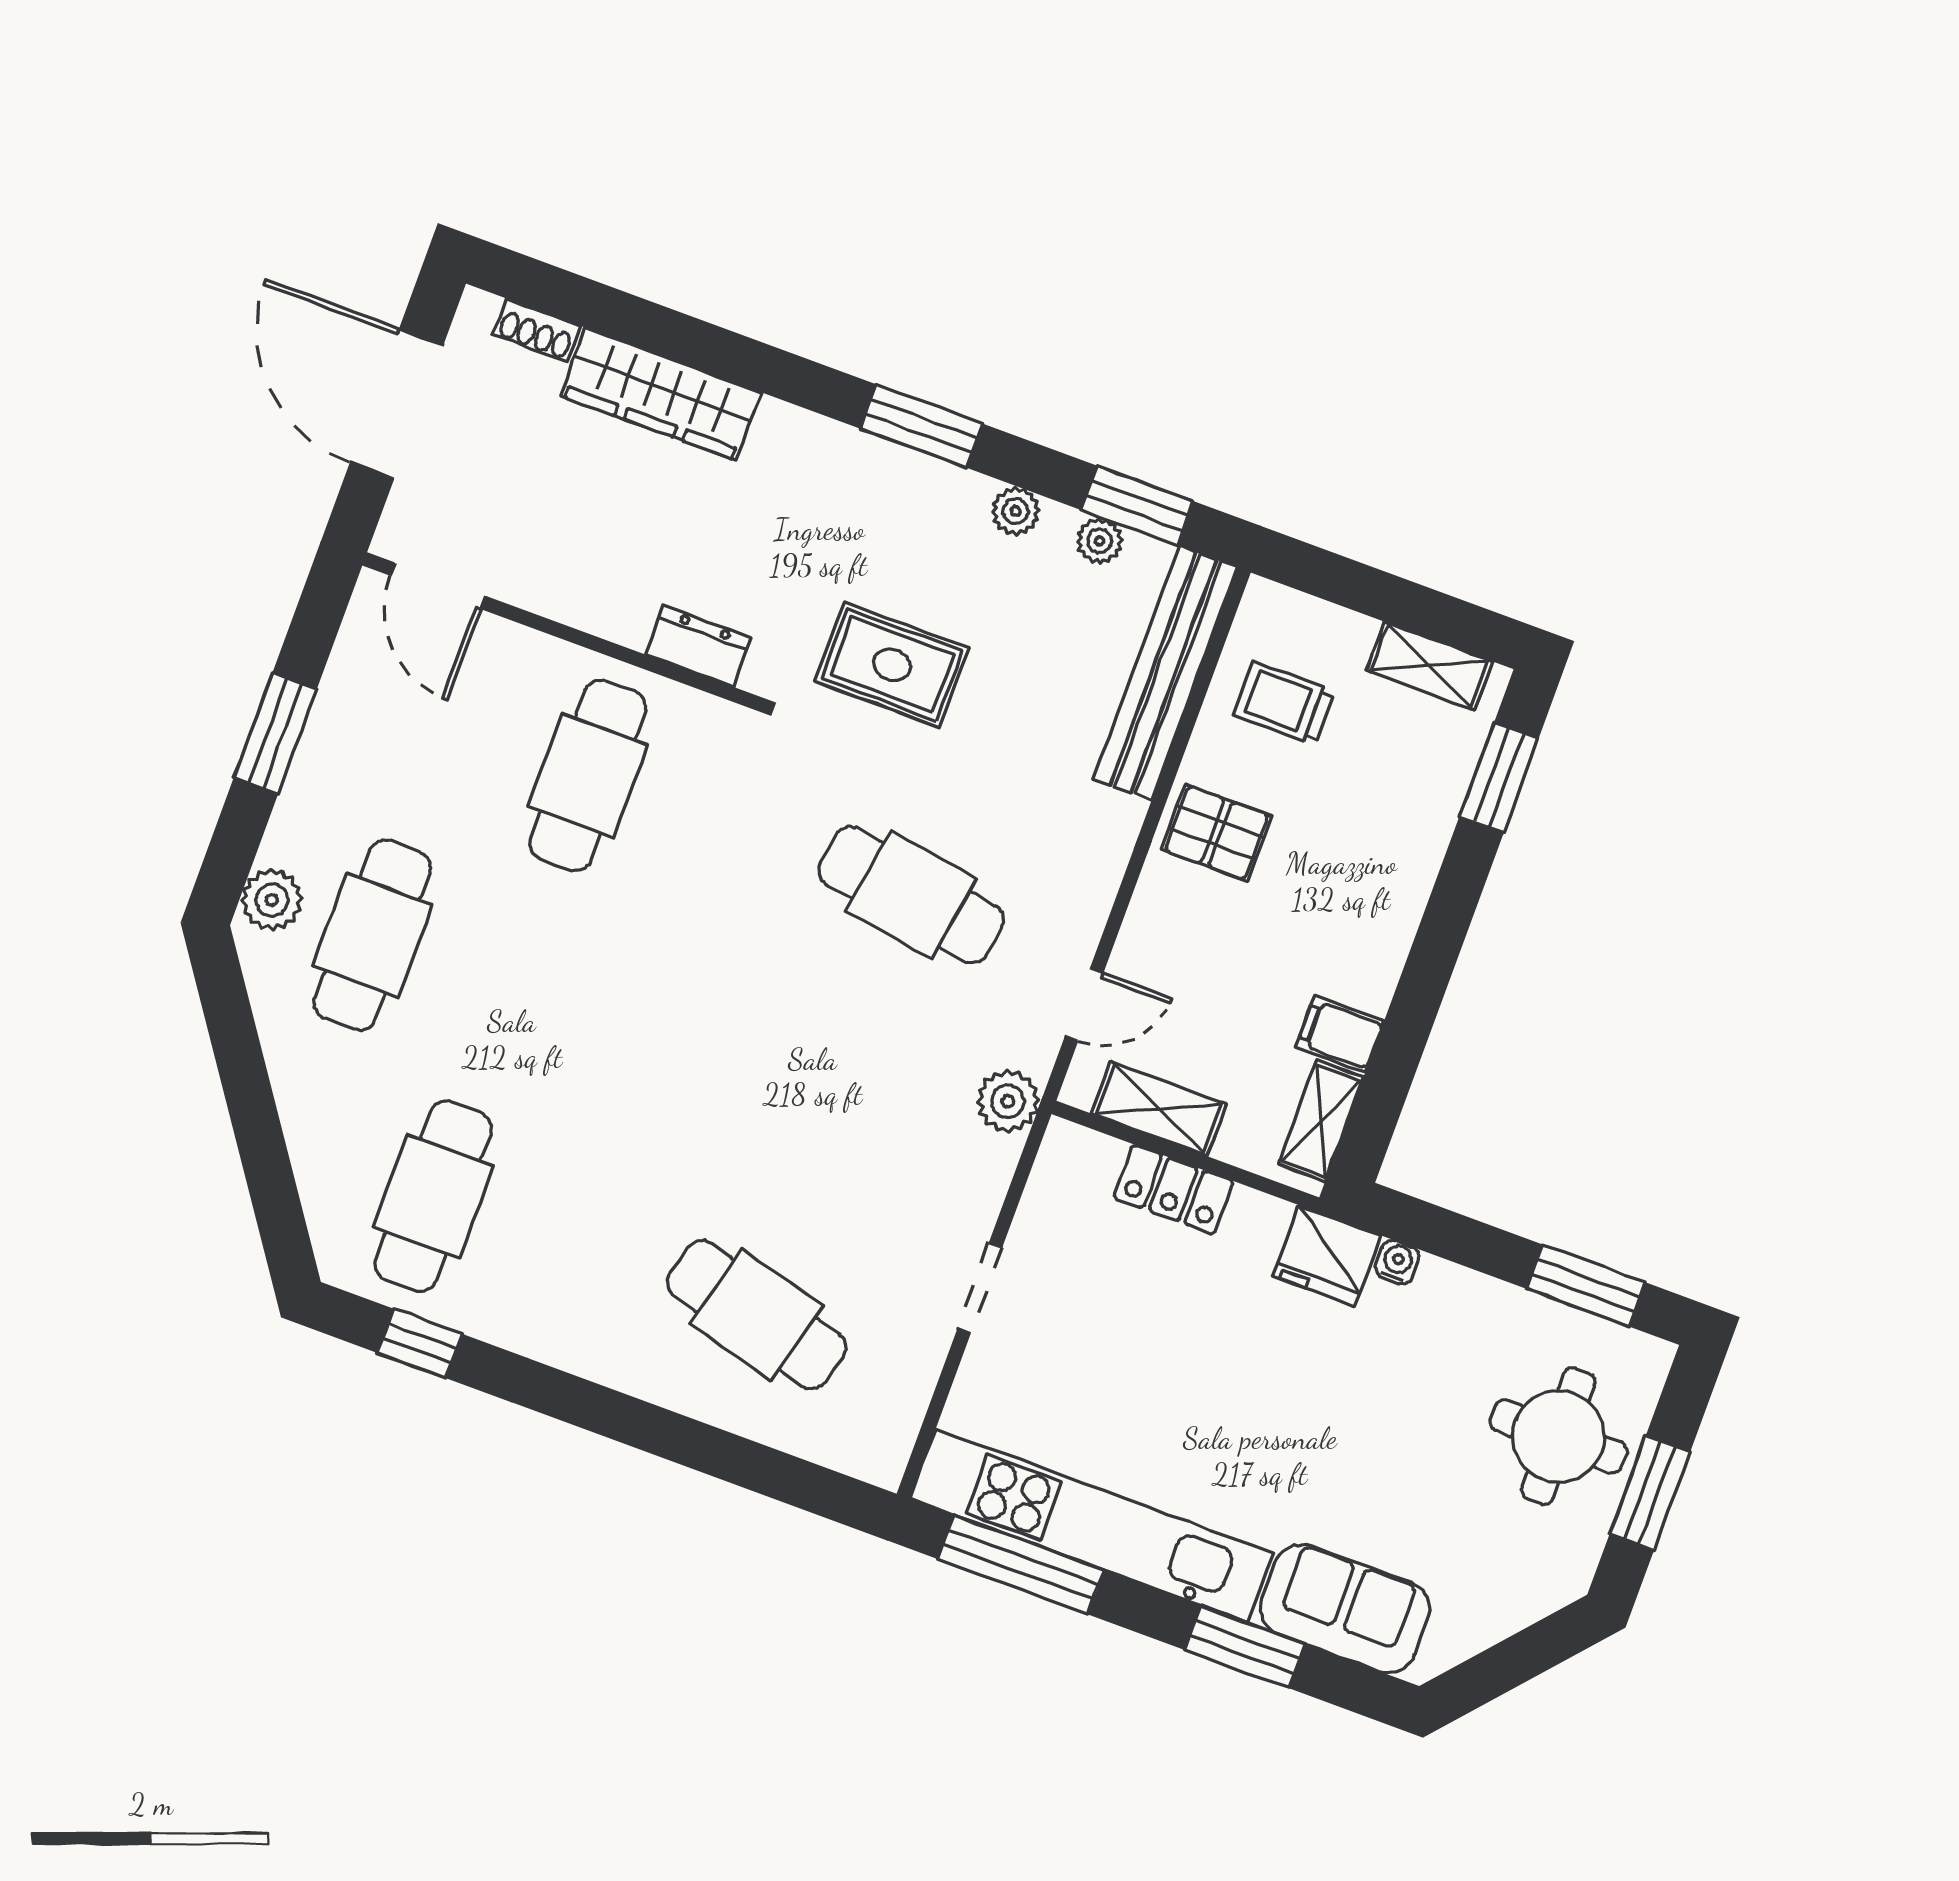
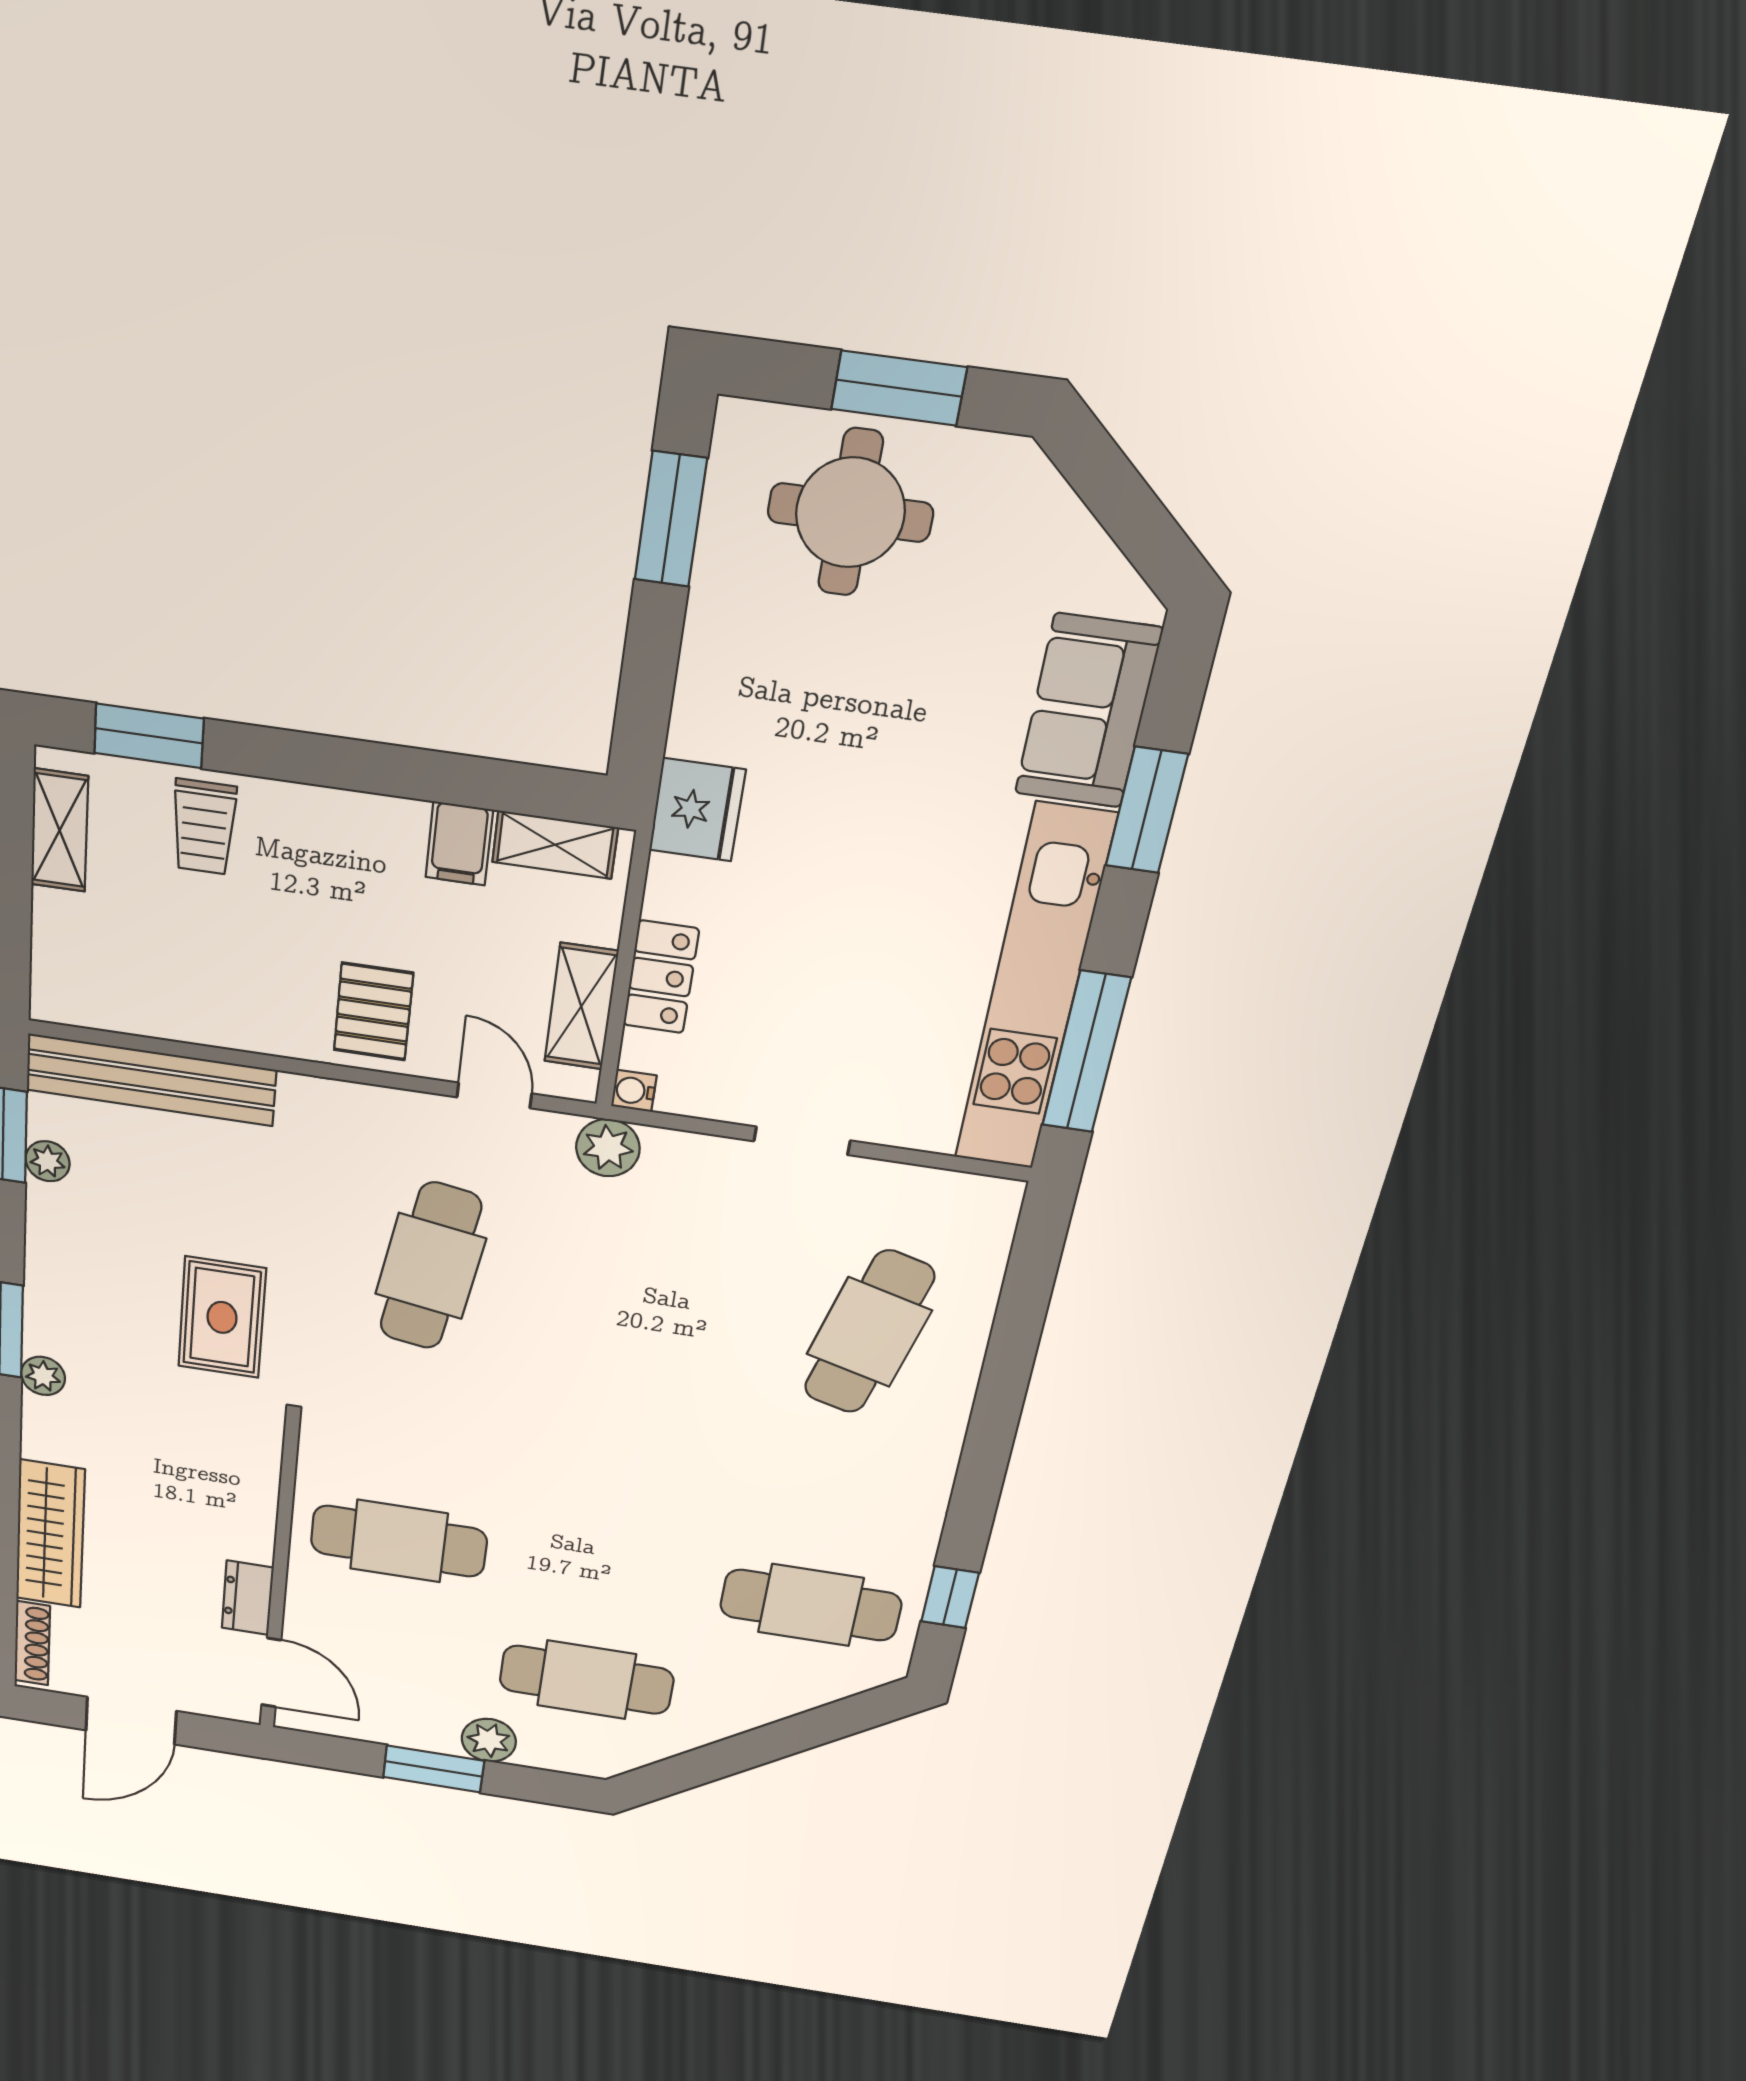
shoe rack: (537, 330) -> (32, 1643), width x1.43
door: (397, 404) -> (131, 1721), width x0.73
plant: (1016, 511) -> (43, 1376), moved
door: (438, 586) -> (271, 1673), hinge flipped
dresser: (698, 646) -> (248, 1598), moved
trolley: (1284, 703) -> (204, 827), moved
pallet: (1216, 833) -> (373, 1012), moved
plant: (272, 900) -> (489, 1740), moved
water cooler: (1397, 1262) -> (634, 1091), moved

